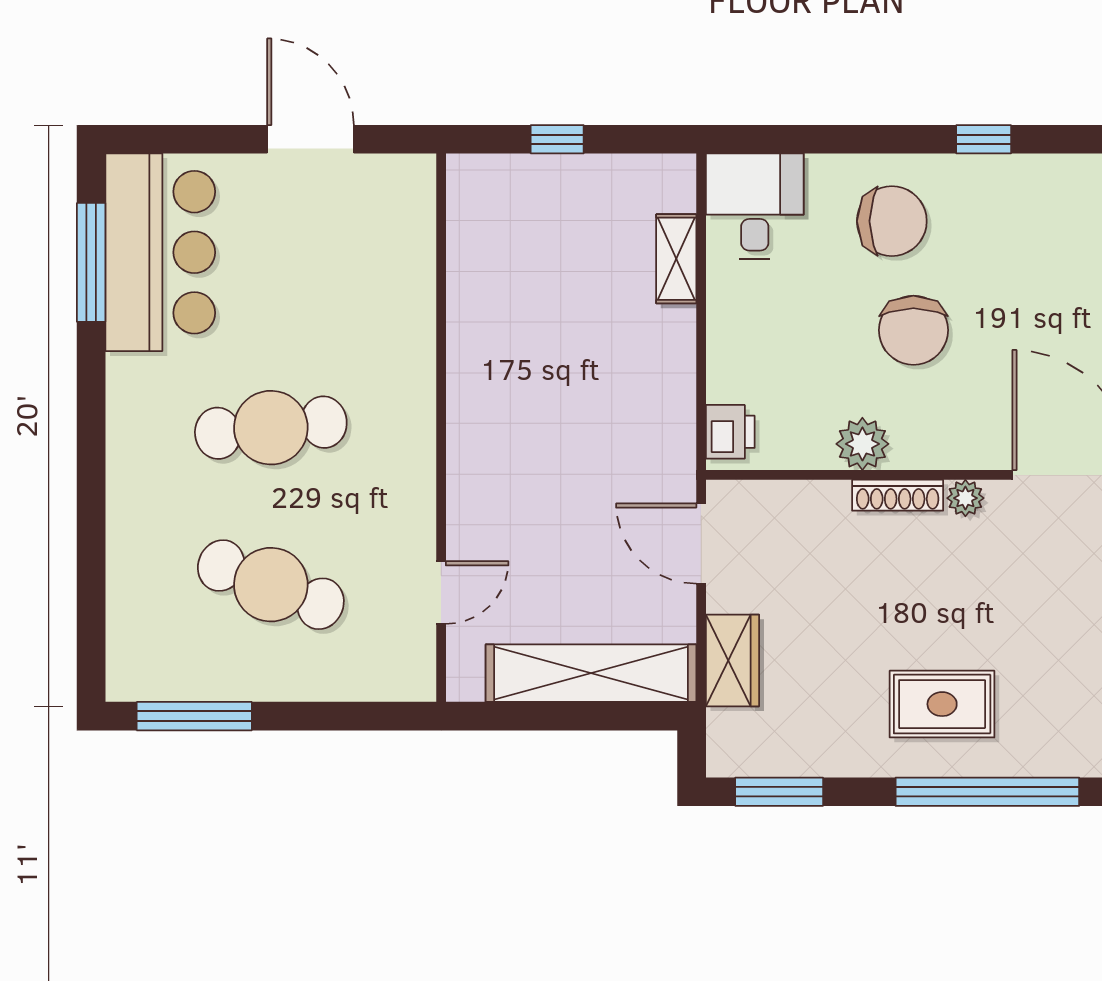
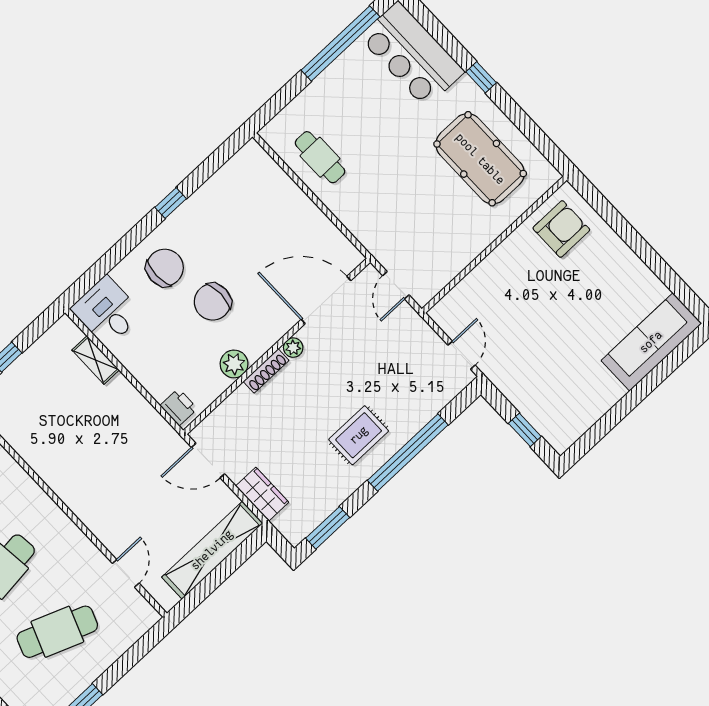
chair: (913, 330) -> (213, 302), turned 90

